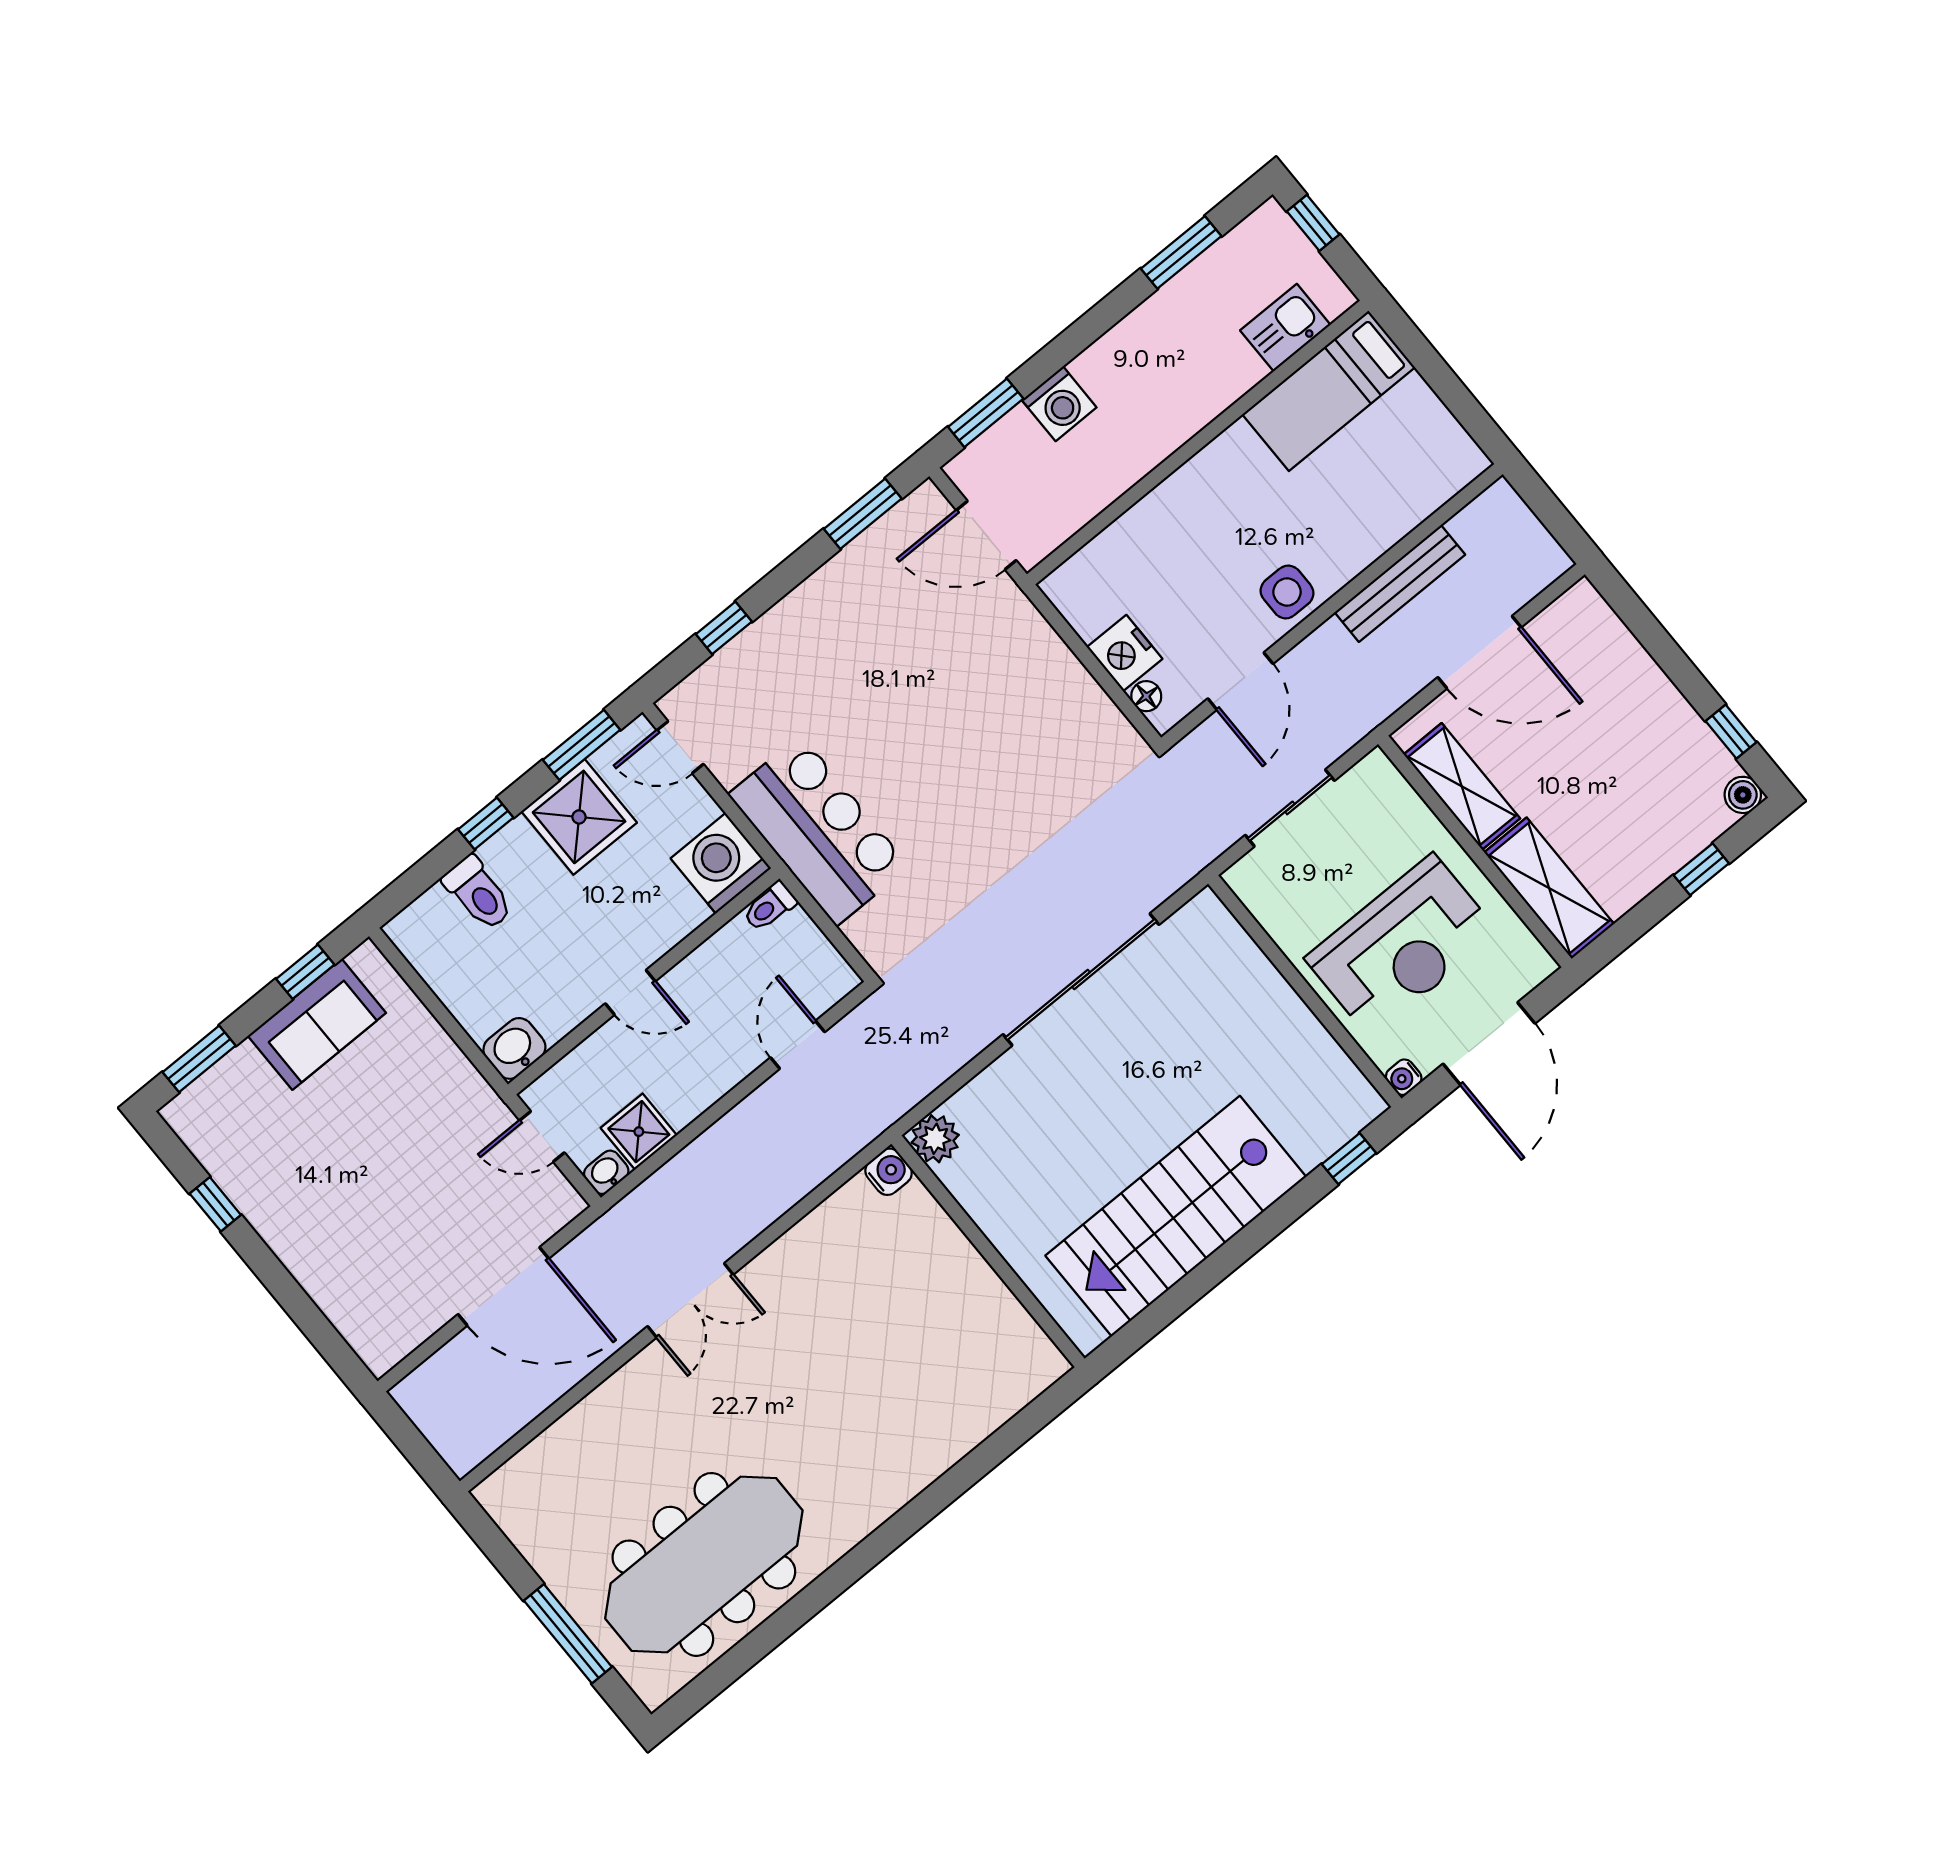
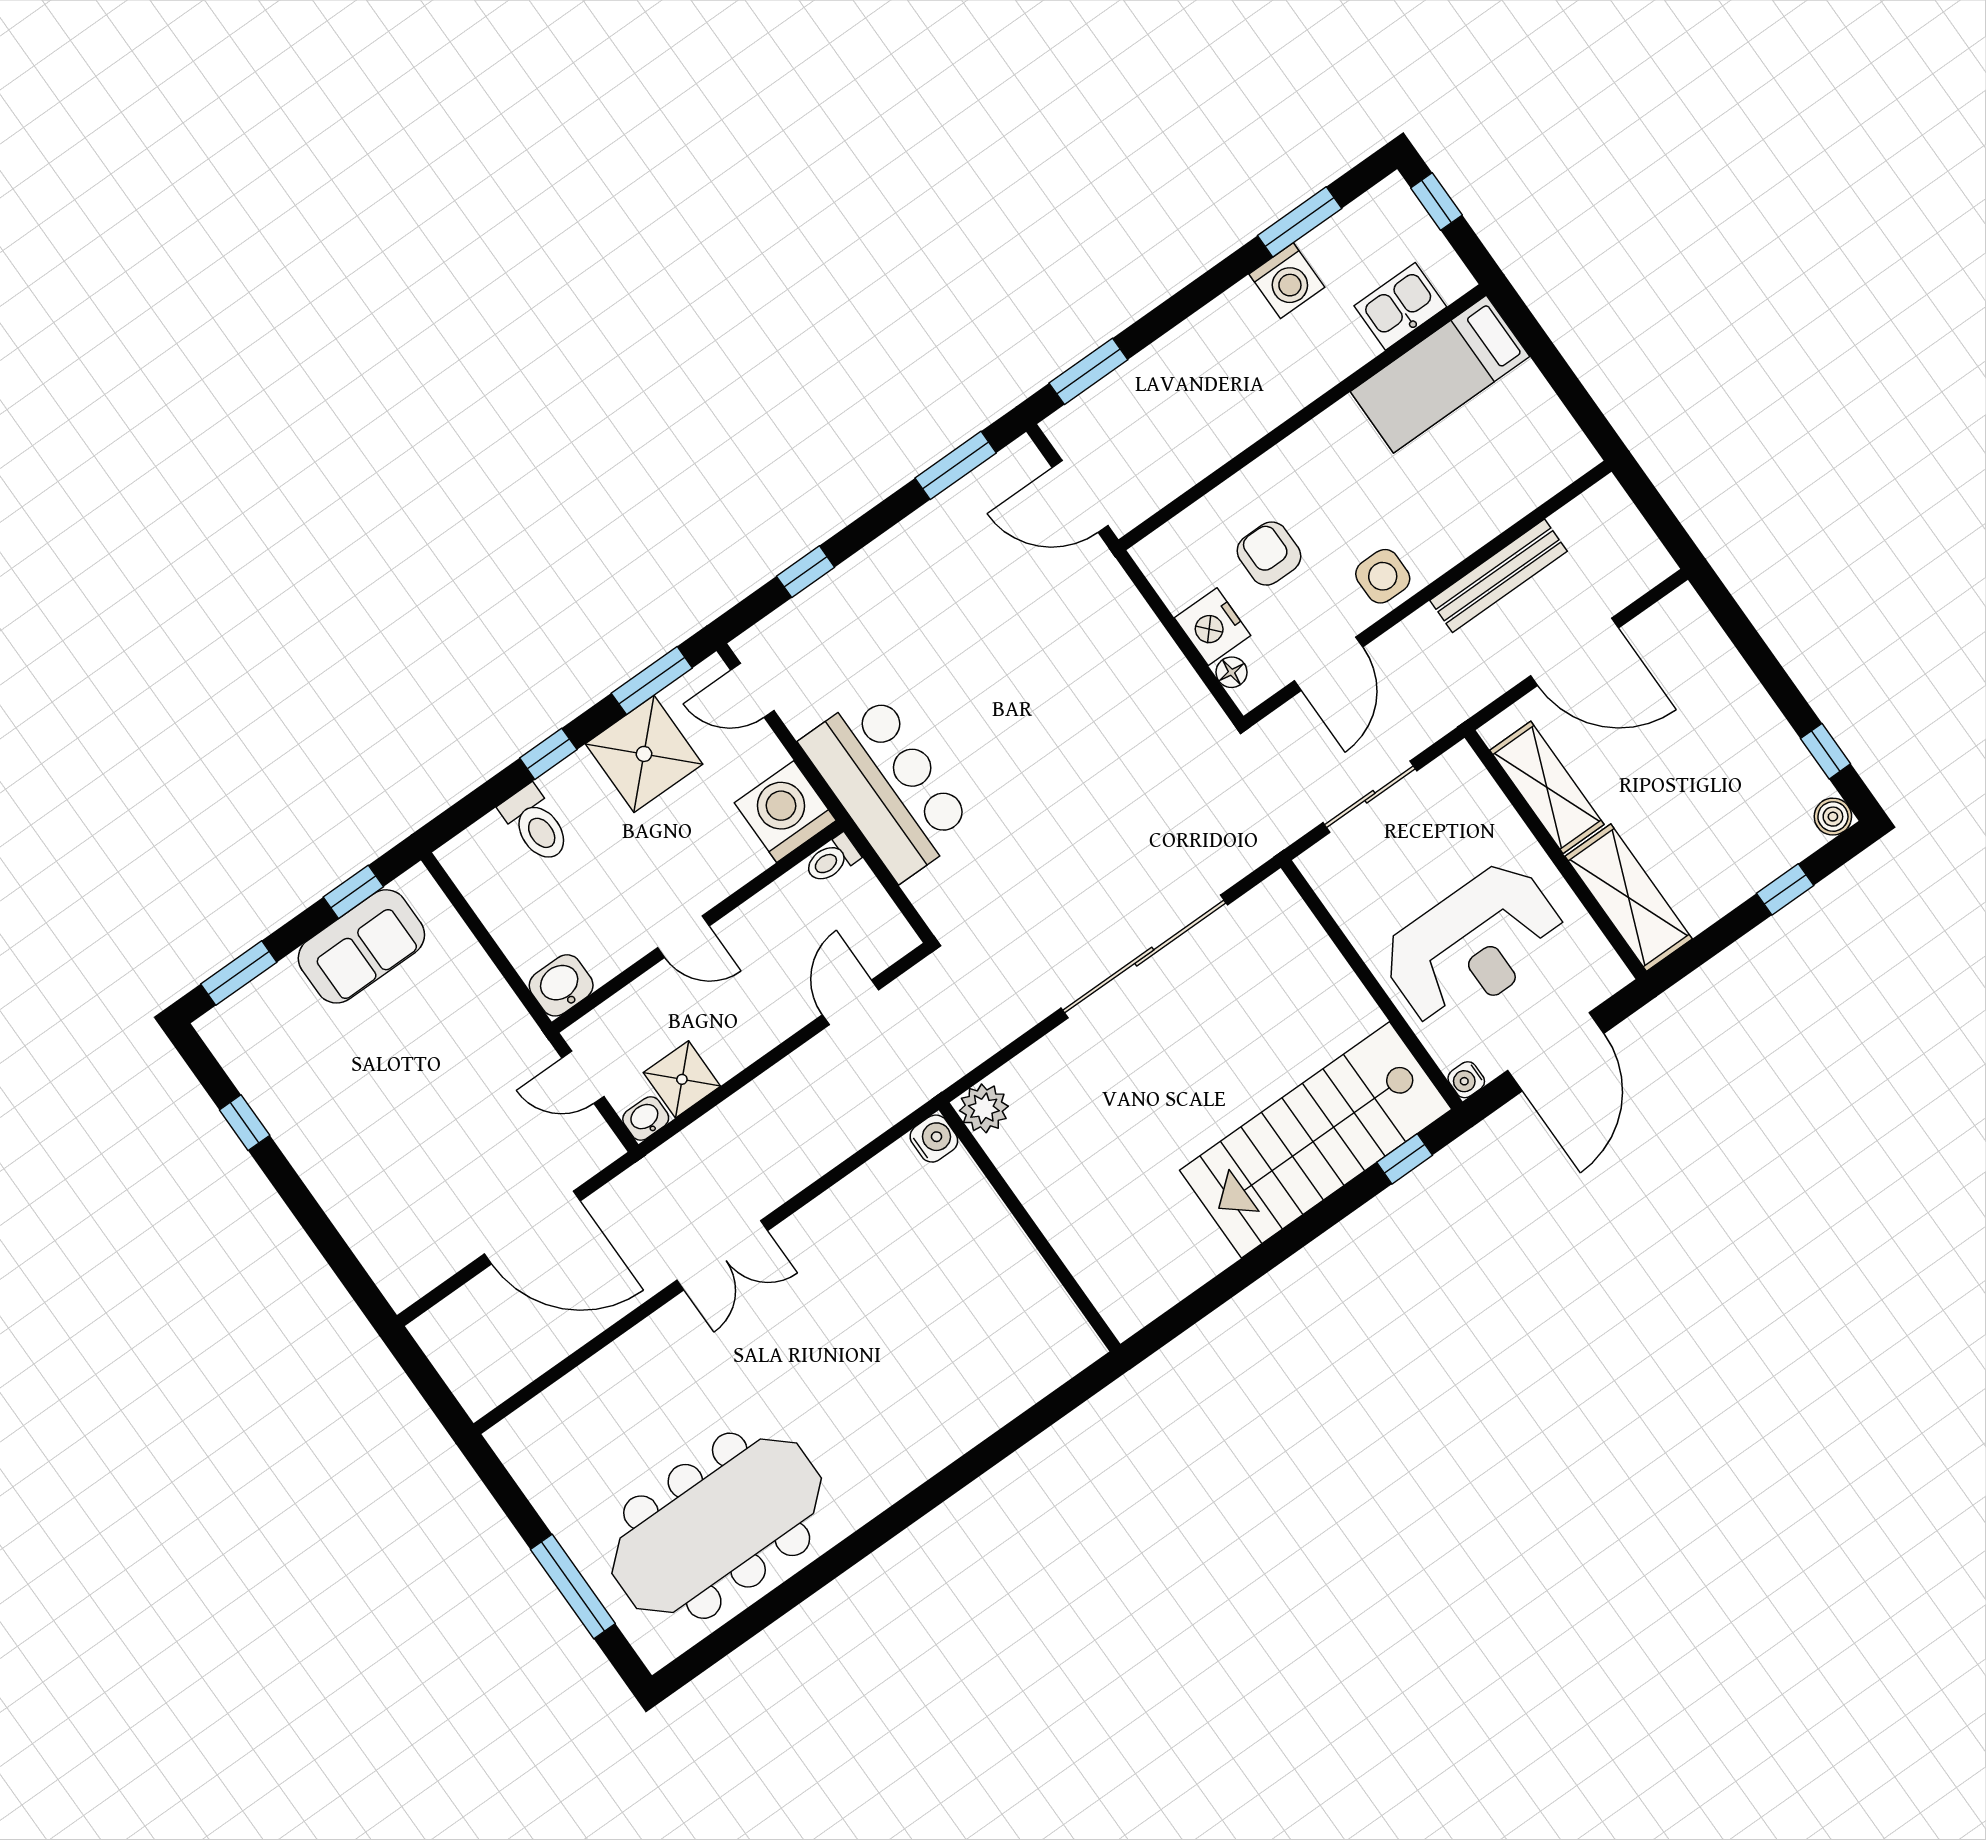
washing machine: (1059, 404) -> (1287, 281), moved
armchair: (1175, 578) -> (1269, 554), added
stairs: (1176, 1216) -> (1316, 1140), moved

